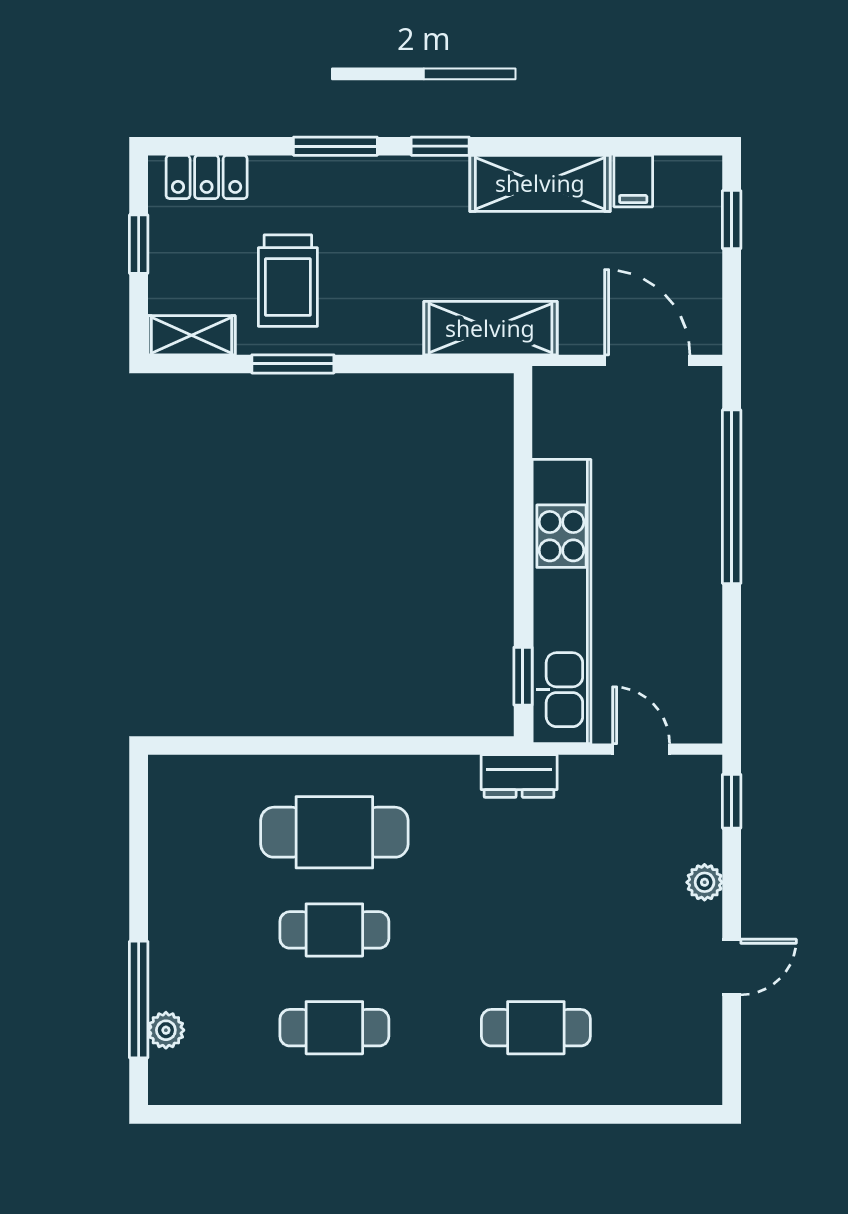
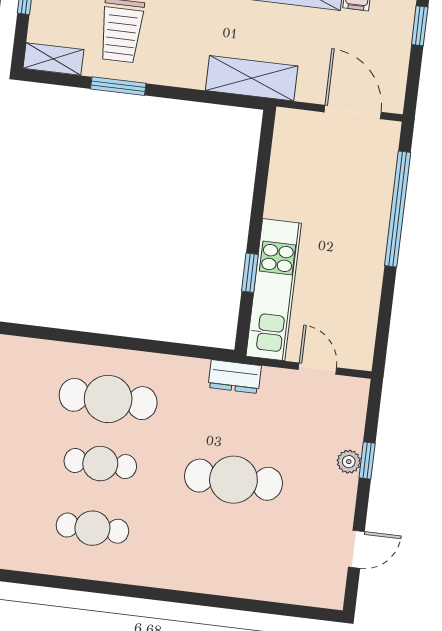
kitchen unit: (562, 602) -> (274, 290), width x0.73
window: (523, 676) -> (250, 273), moved
window: (732, 801) -> (367, 460), moved
door: (732, 967) -> (356, 549), moved
cafe table: (536, 1028) -> (233, 480), moved, width x1.37, depth x1.35

